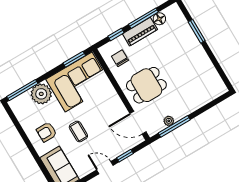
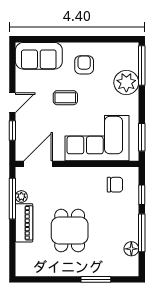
piano: (140, 32) -> (24, 223), moved, turned 180
corner sofa: (79, 82) -> (97, 138), moved, turned 90
dining table: (146, 85) -> (70, 230), moved

